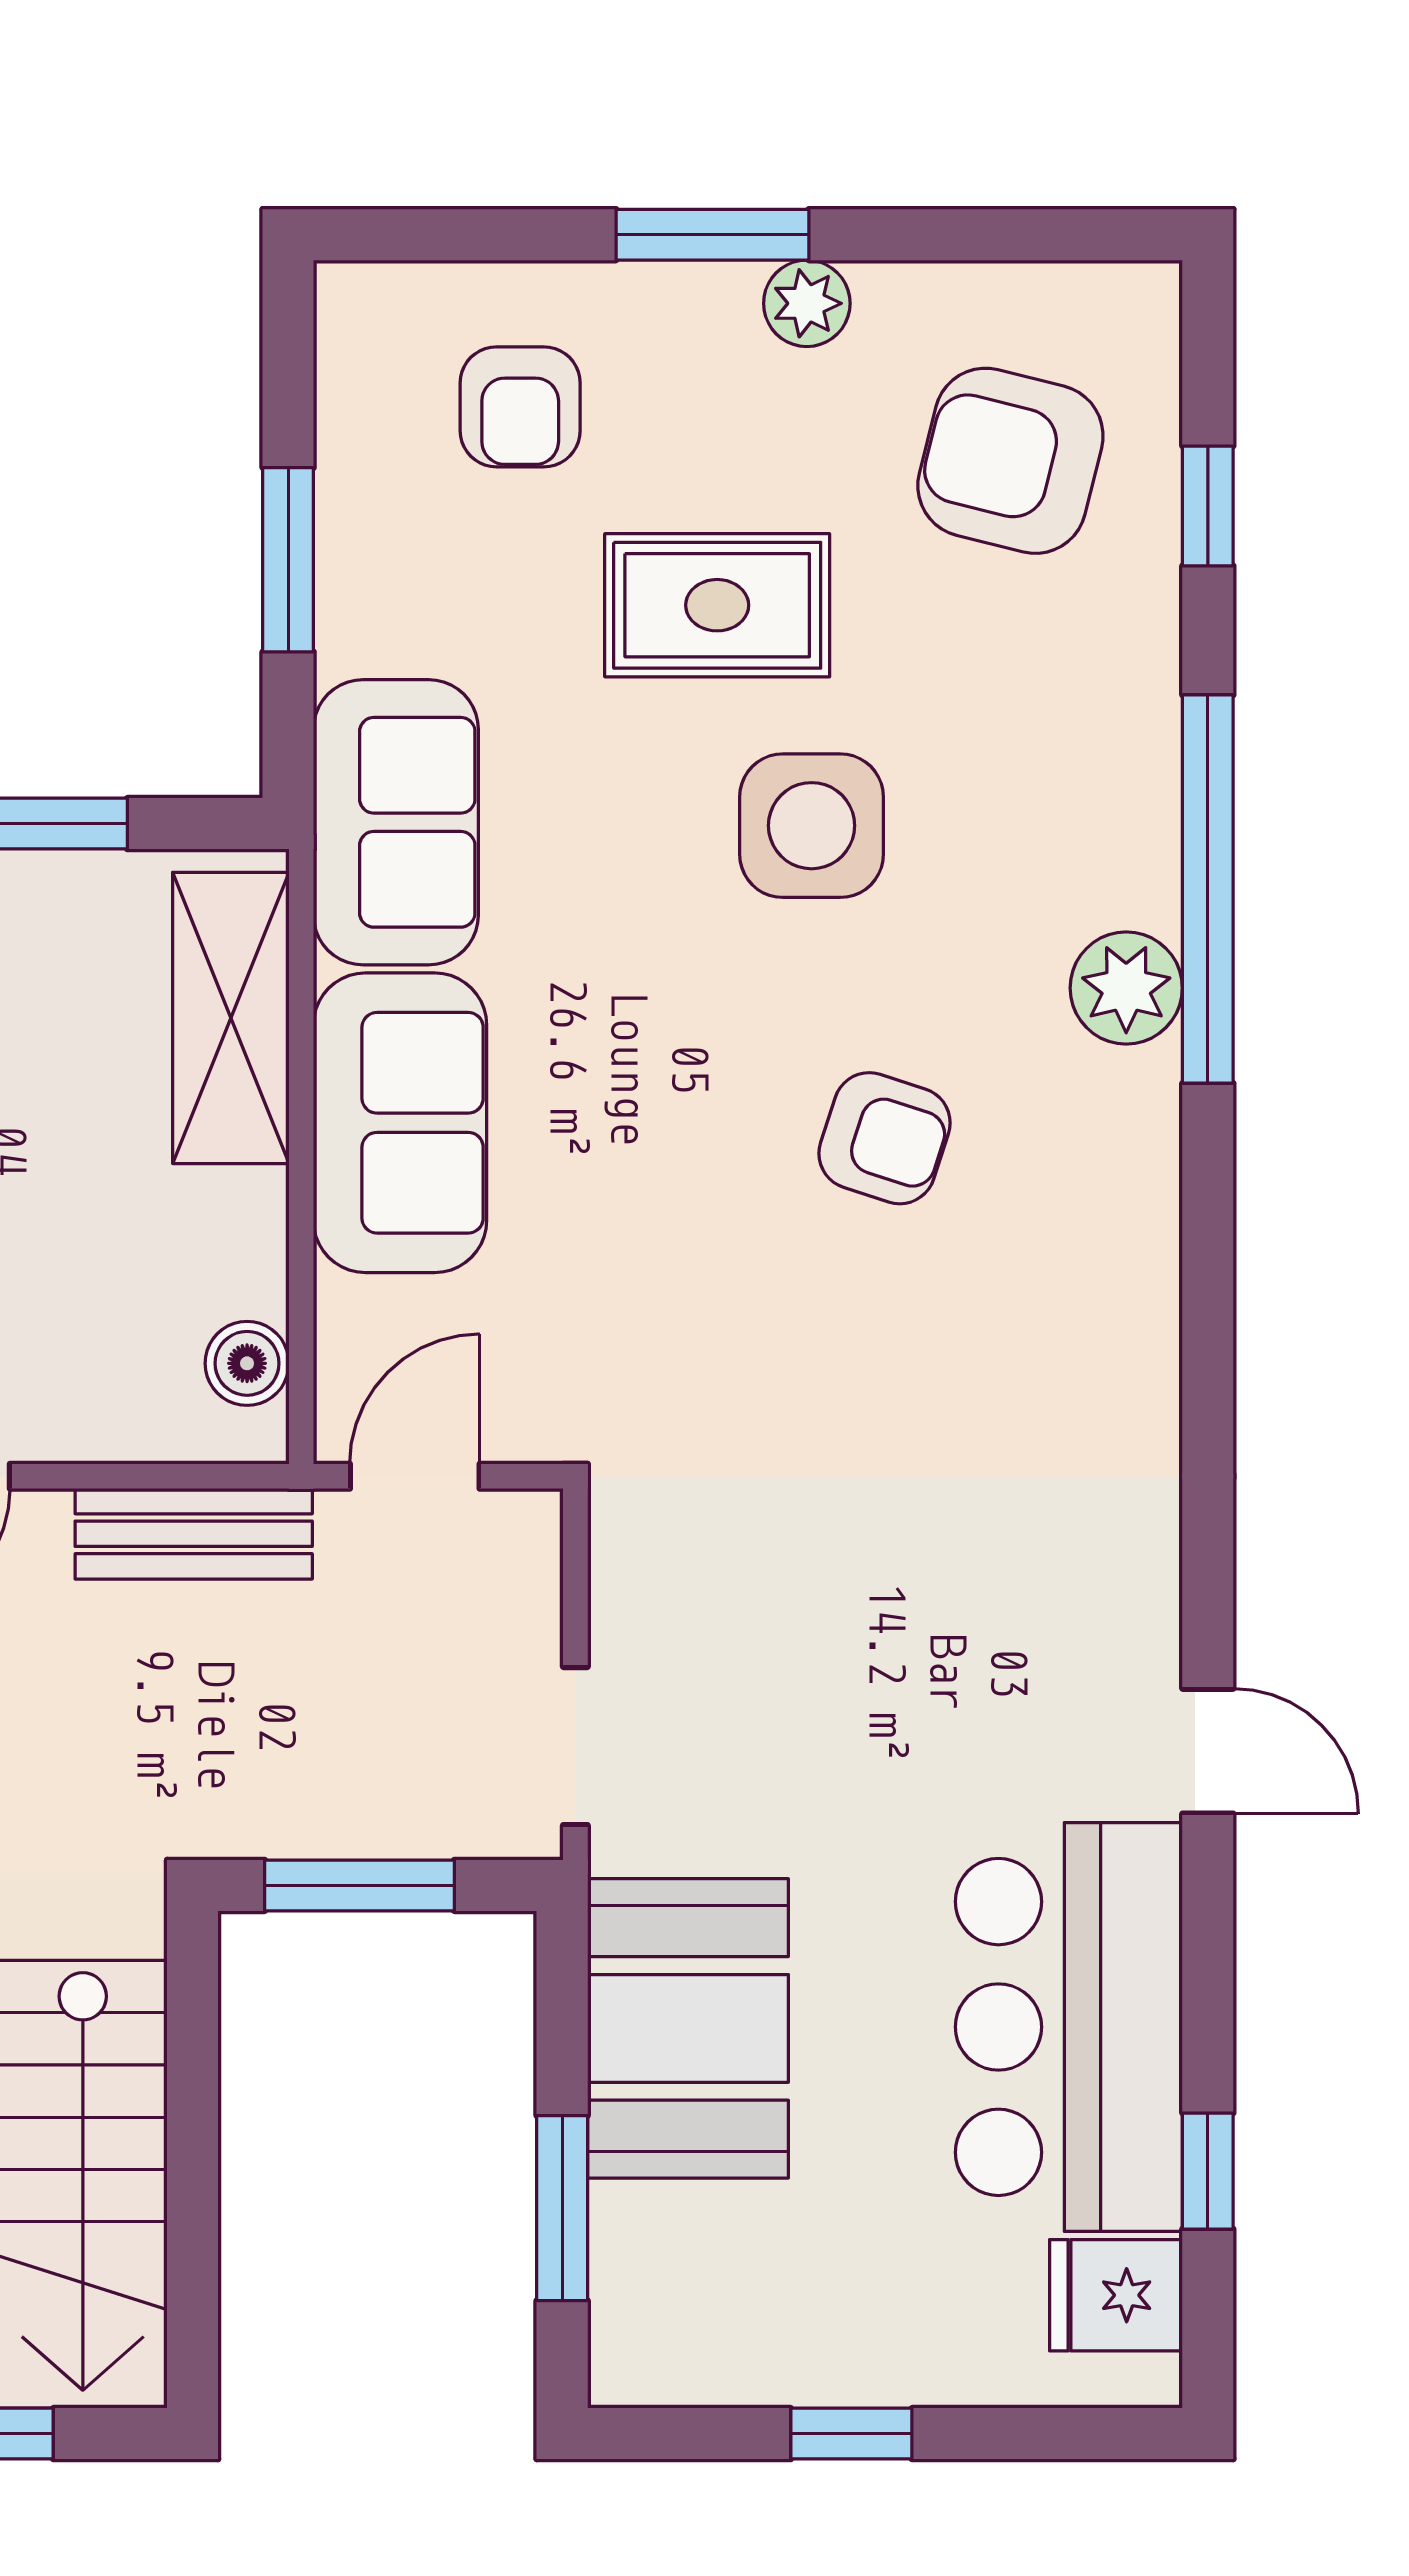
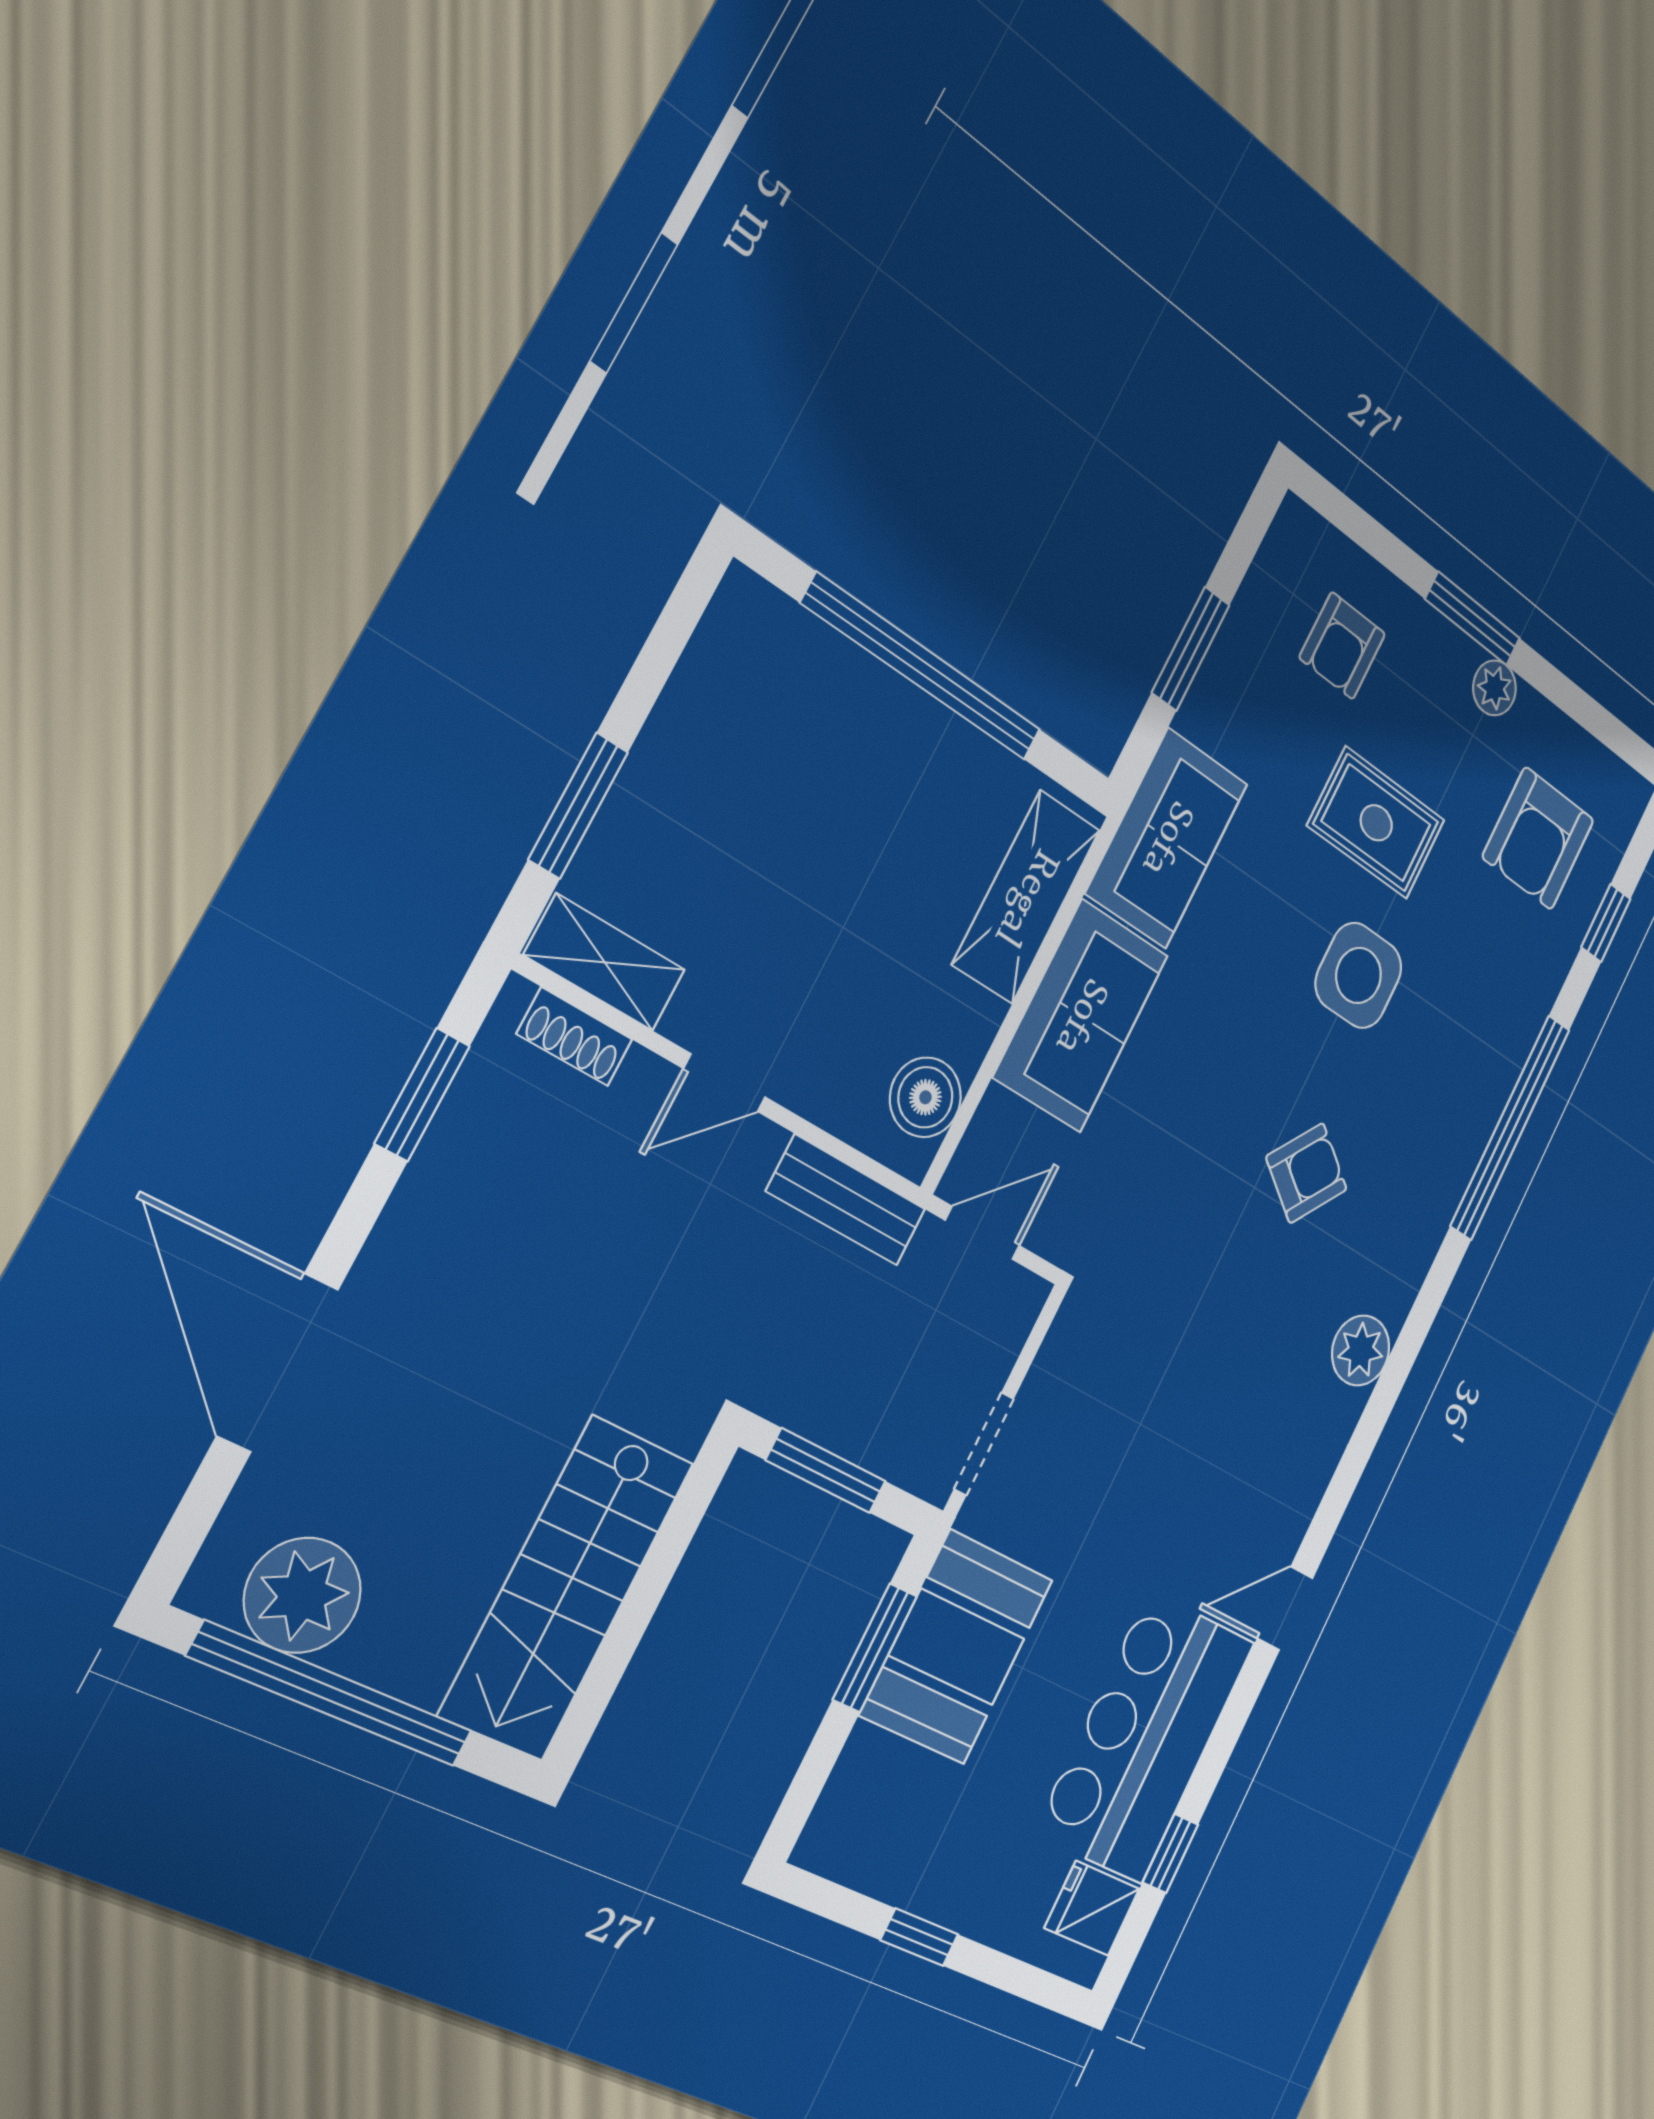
armchair: (1010, 461) -> (1538, 838), turned -104
plant: (1126, 988) -> (1361, 1351), moved
armchair: (885, 1138) -> (1306, 1173), turned -72
boiler: (247, 1363) -> (925, 1097), width x1.36, depth x1.36
door: (1208, 1751) -> (1285, 1608), swing flipped
window: (562, 2208) -> (875, 1648), moved

